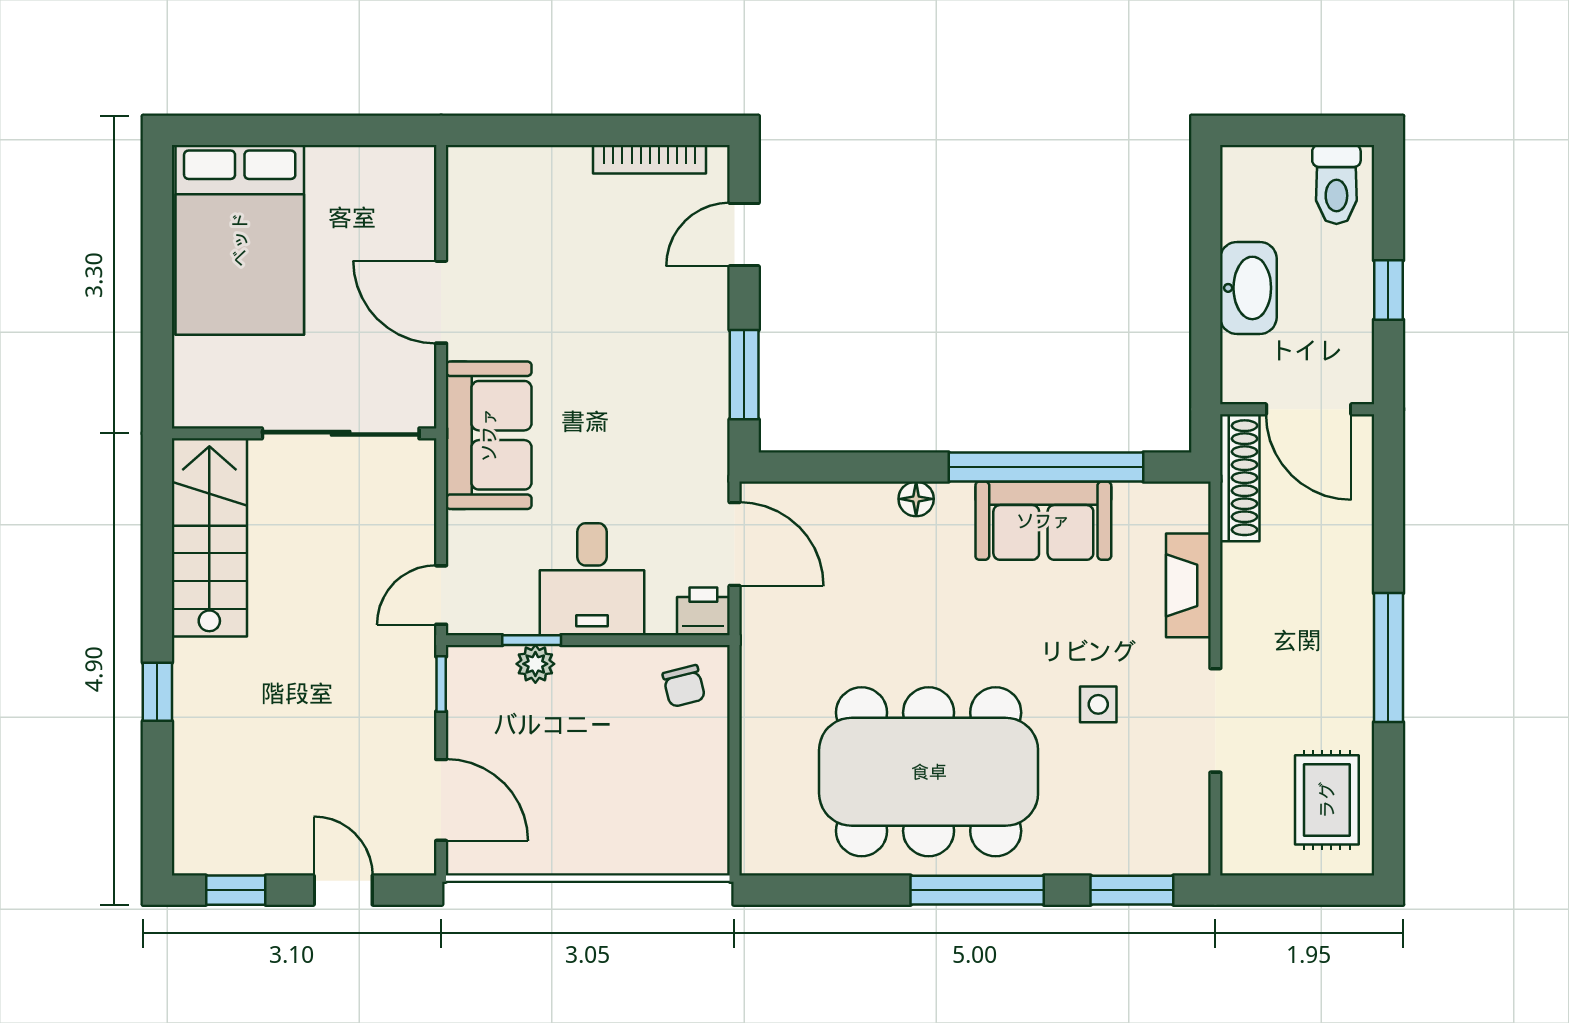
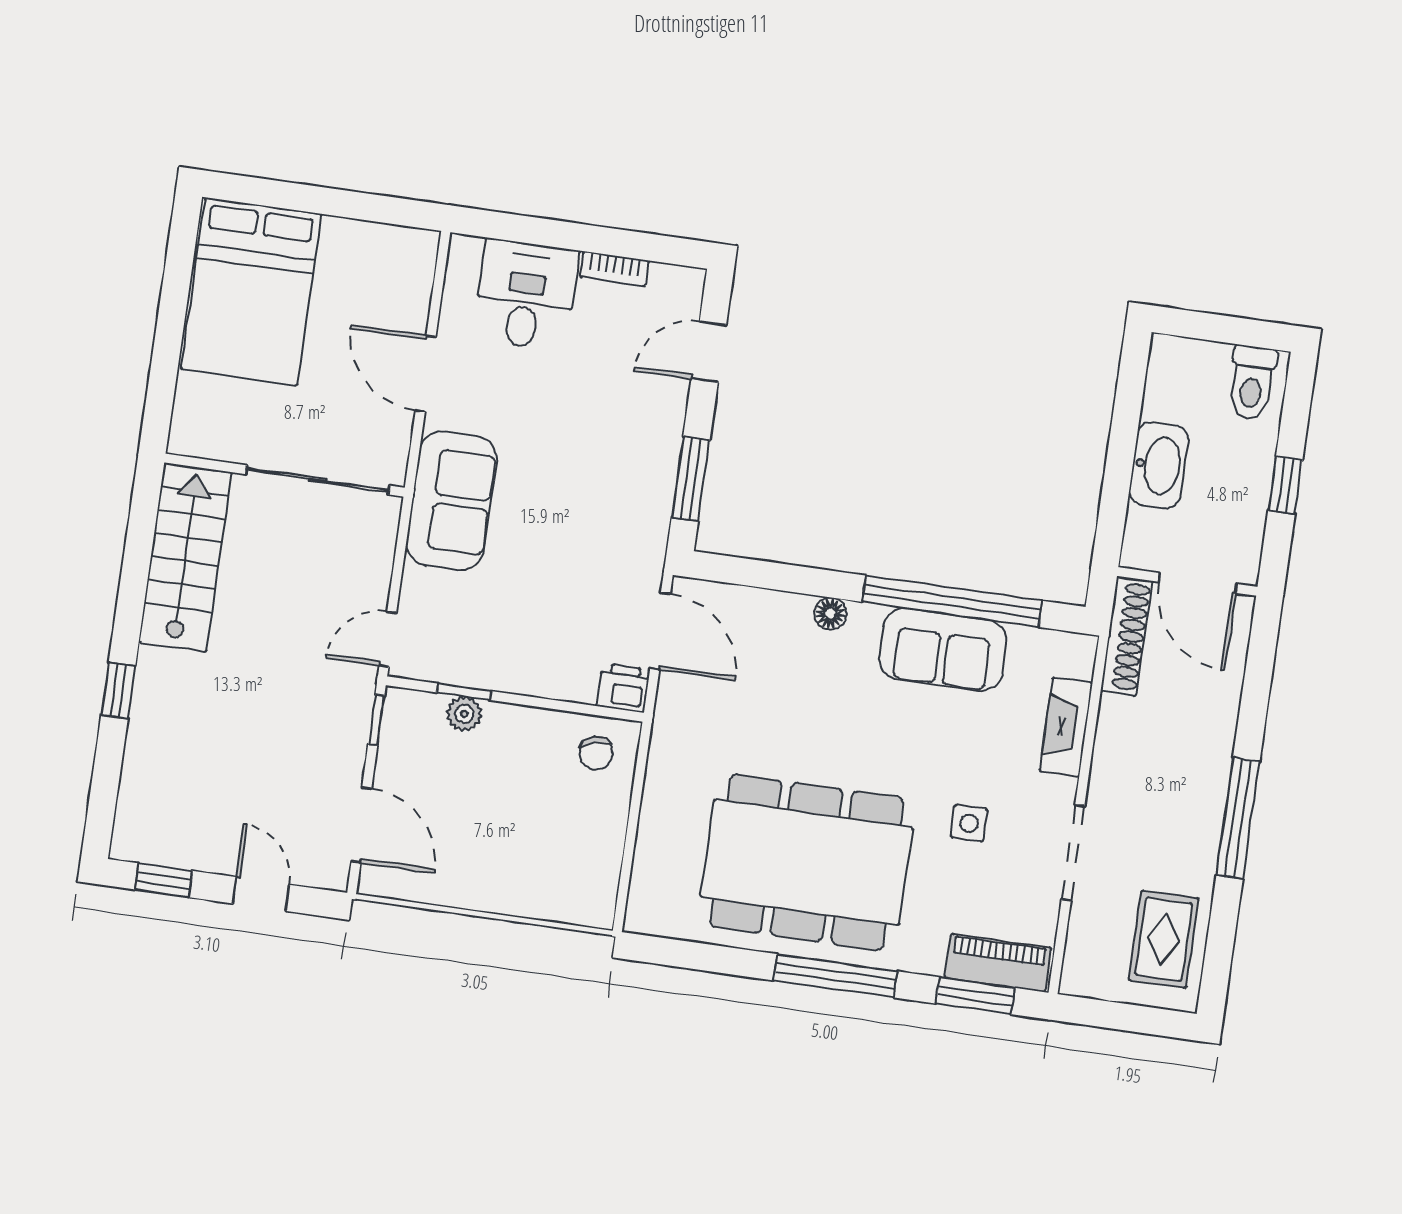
bookcase: (650, 159) -> (614, 269), width x0.64
desk: (592, 579) -> (526, 295), moved, turned 180
piano: (1151, 851) -> (998, 963), added

